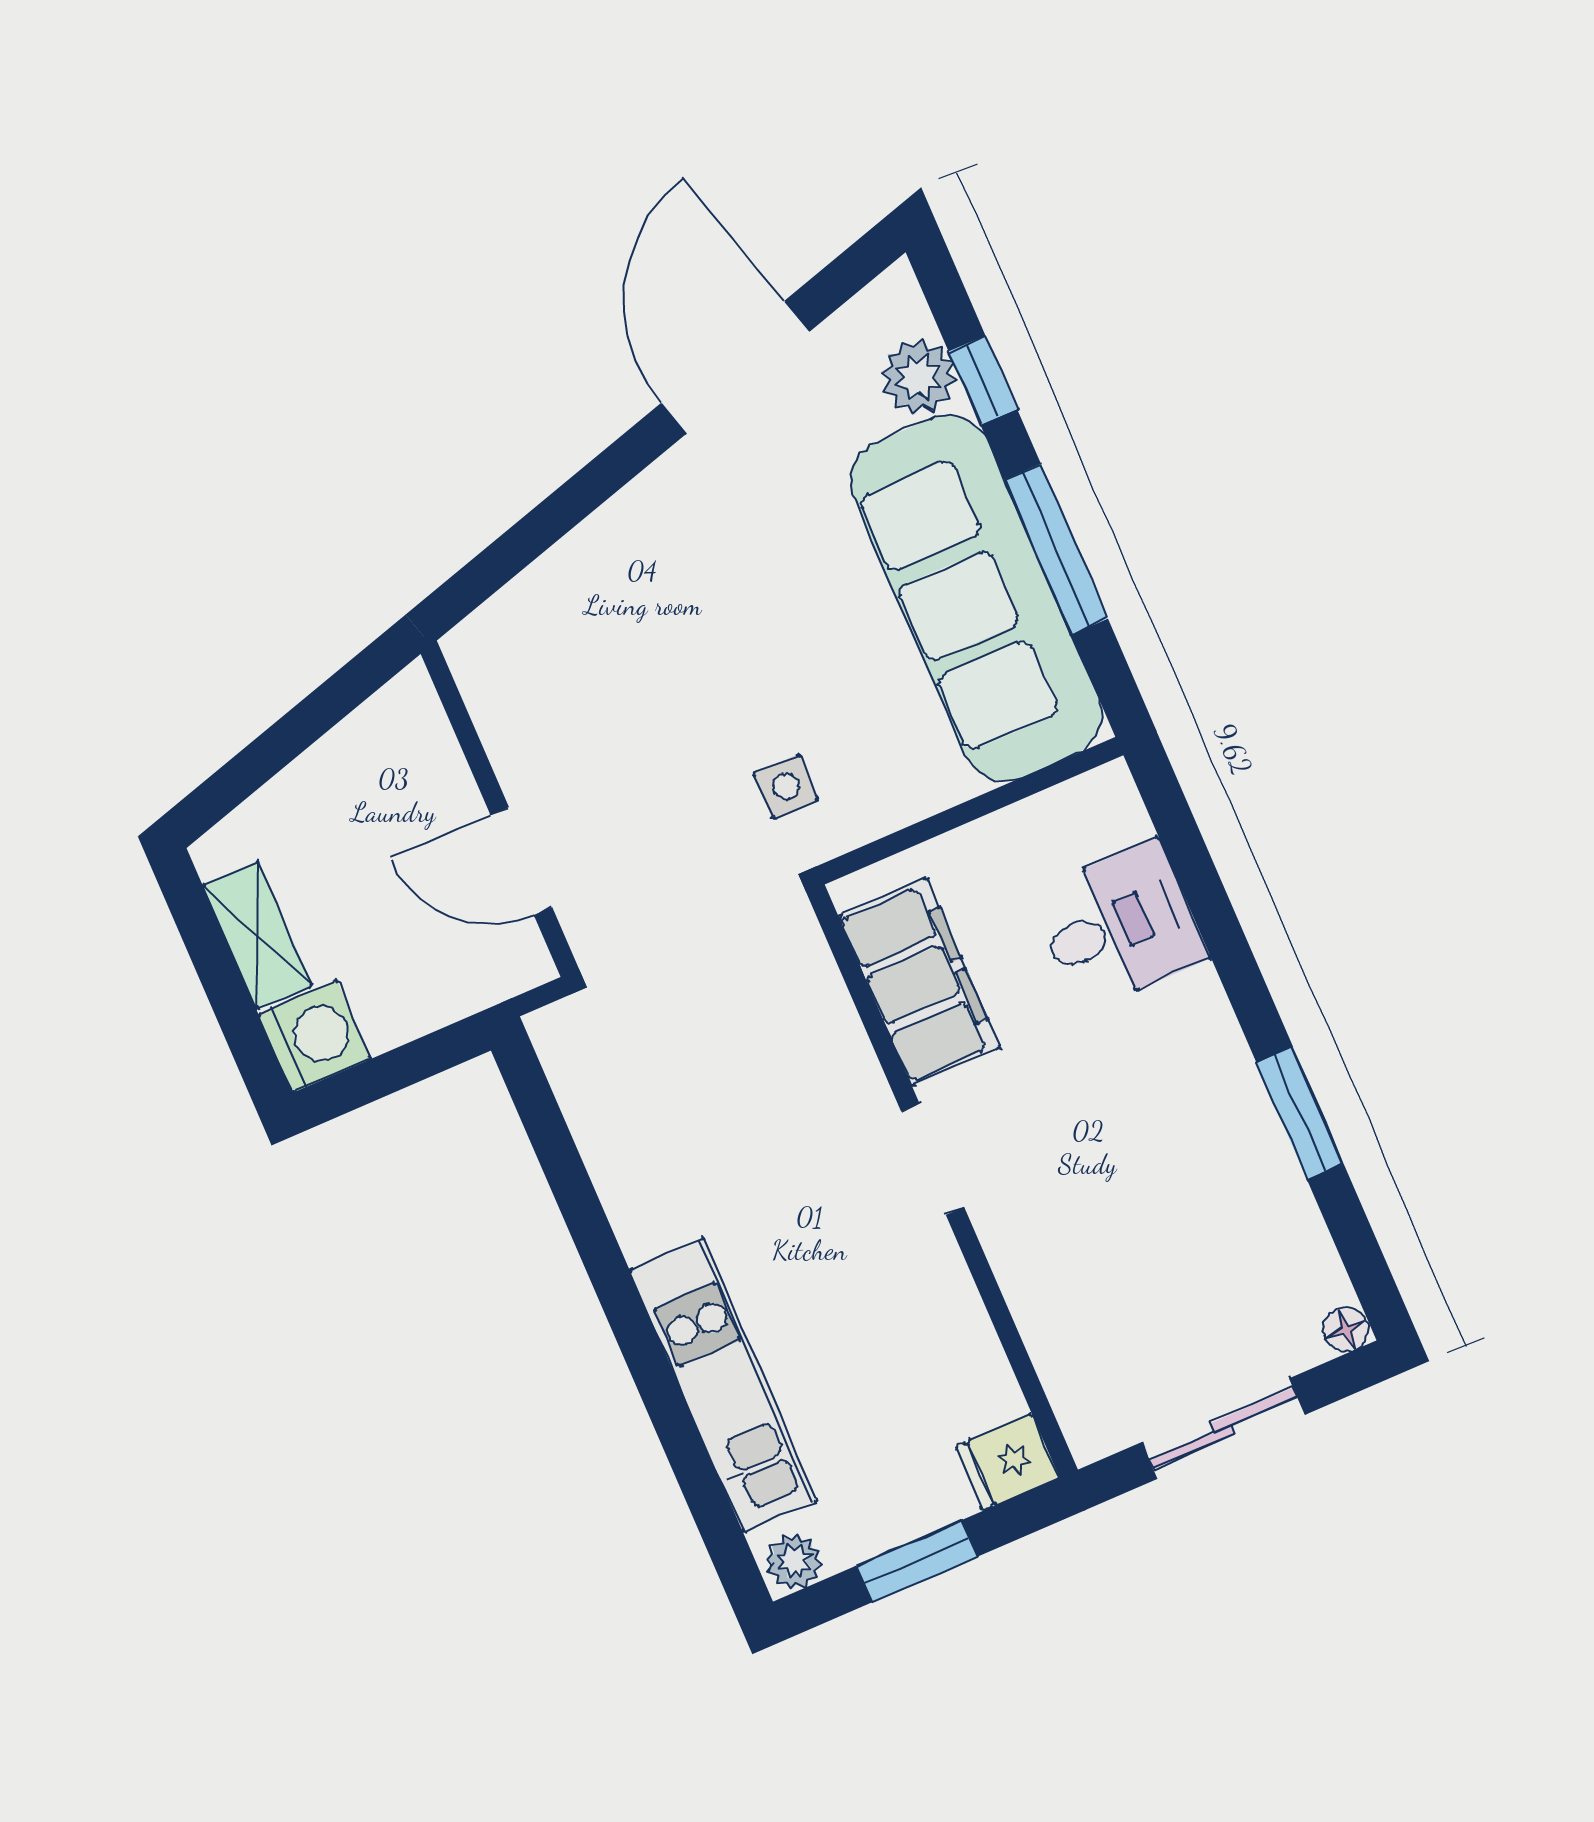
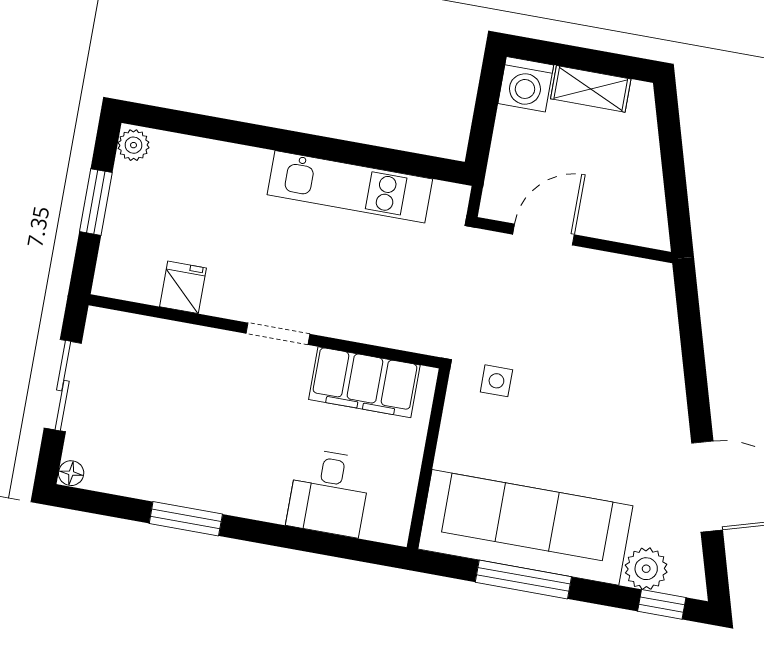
window: (983, 380) -> (662, 604), moved
kitchen unit: (723, 1385) -> (350, 187), moved
fridge: (1007, 1462) -> (183, 287), moved

